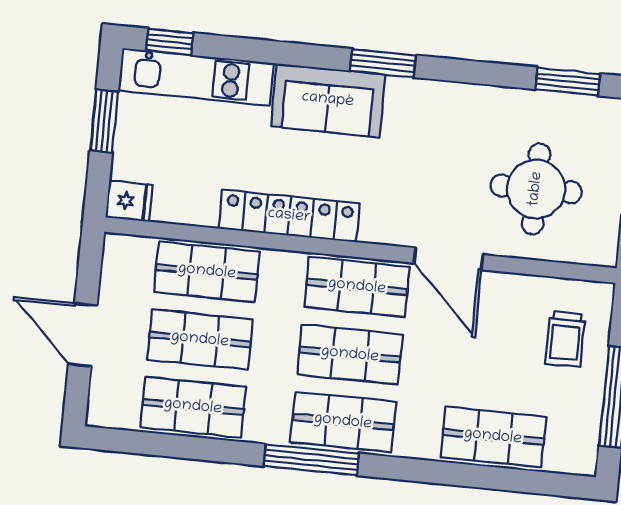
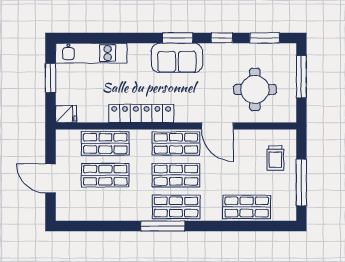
window: (170, 42) -> (222, 38), moved
sofa: (328, 100) -> (177, 58), moved
shop shelf: (193, 407) -> (105, 207), removed

